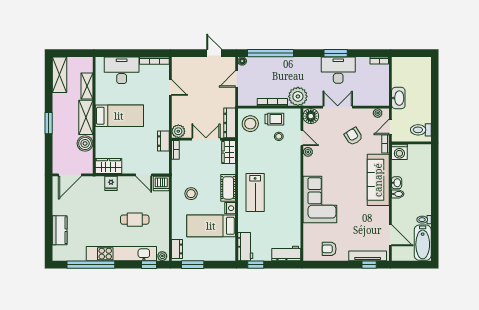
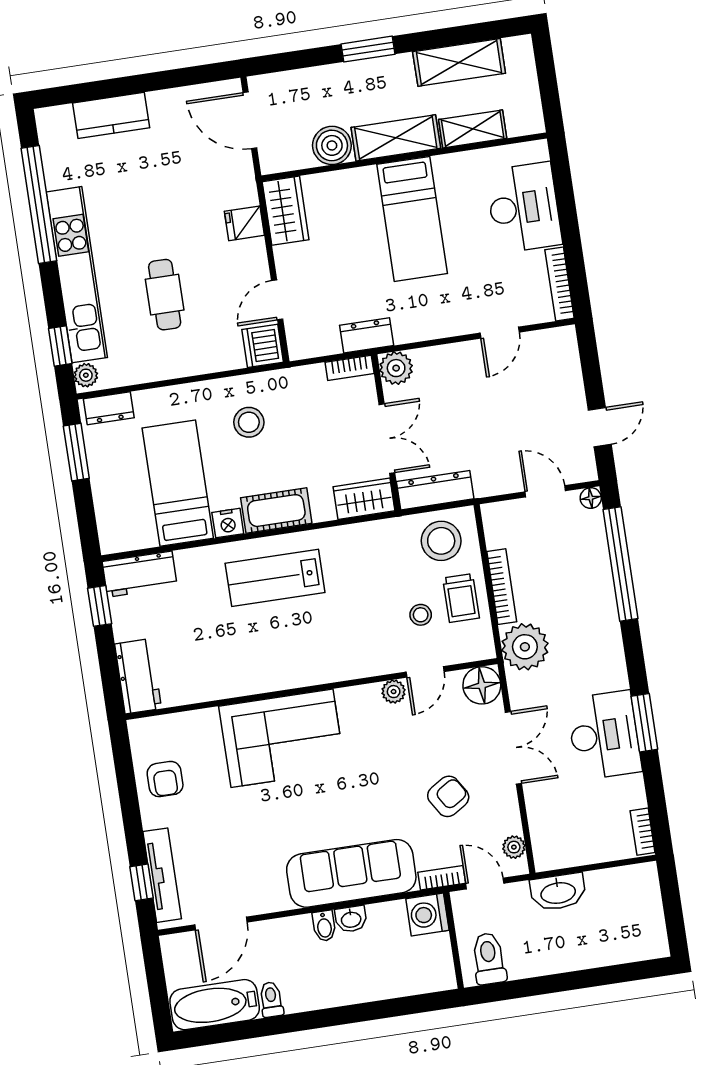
shelving: (59, 75) -> (459, 62), moved
armchair: (329, 249) -> (165, 779), turned 180

